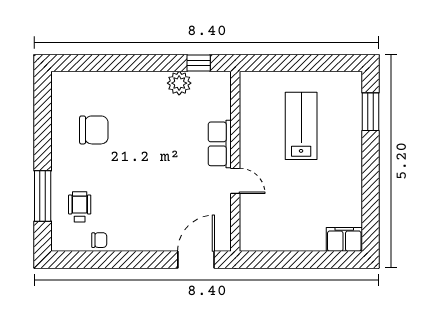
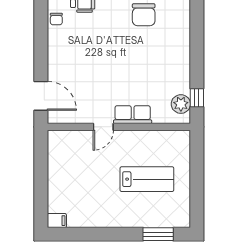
plant: (179, 83) -> (181, 104), moved
filing cabinet: (344, 239) -> (57, 221), width x0.50

